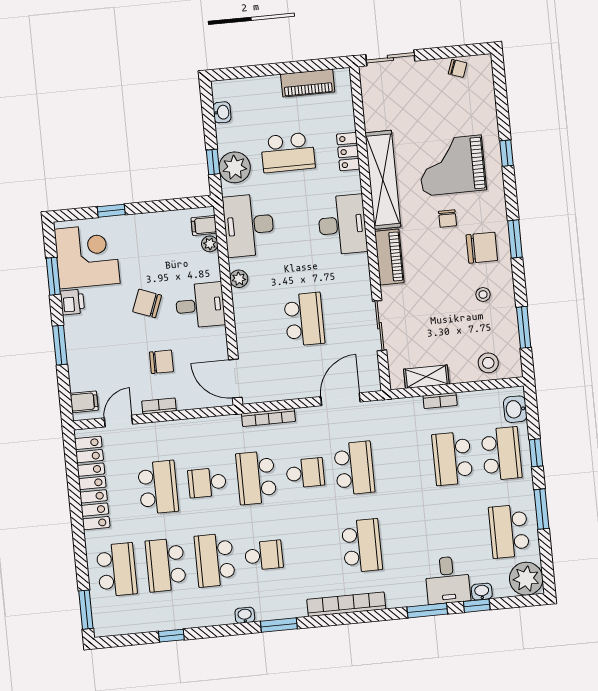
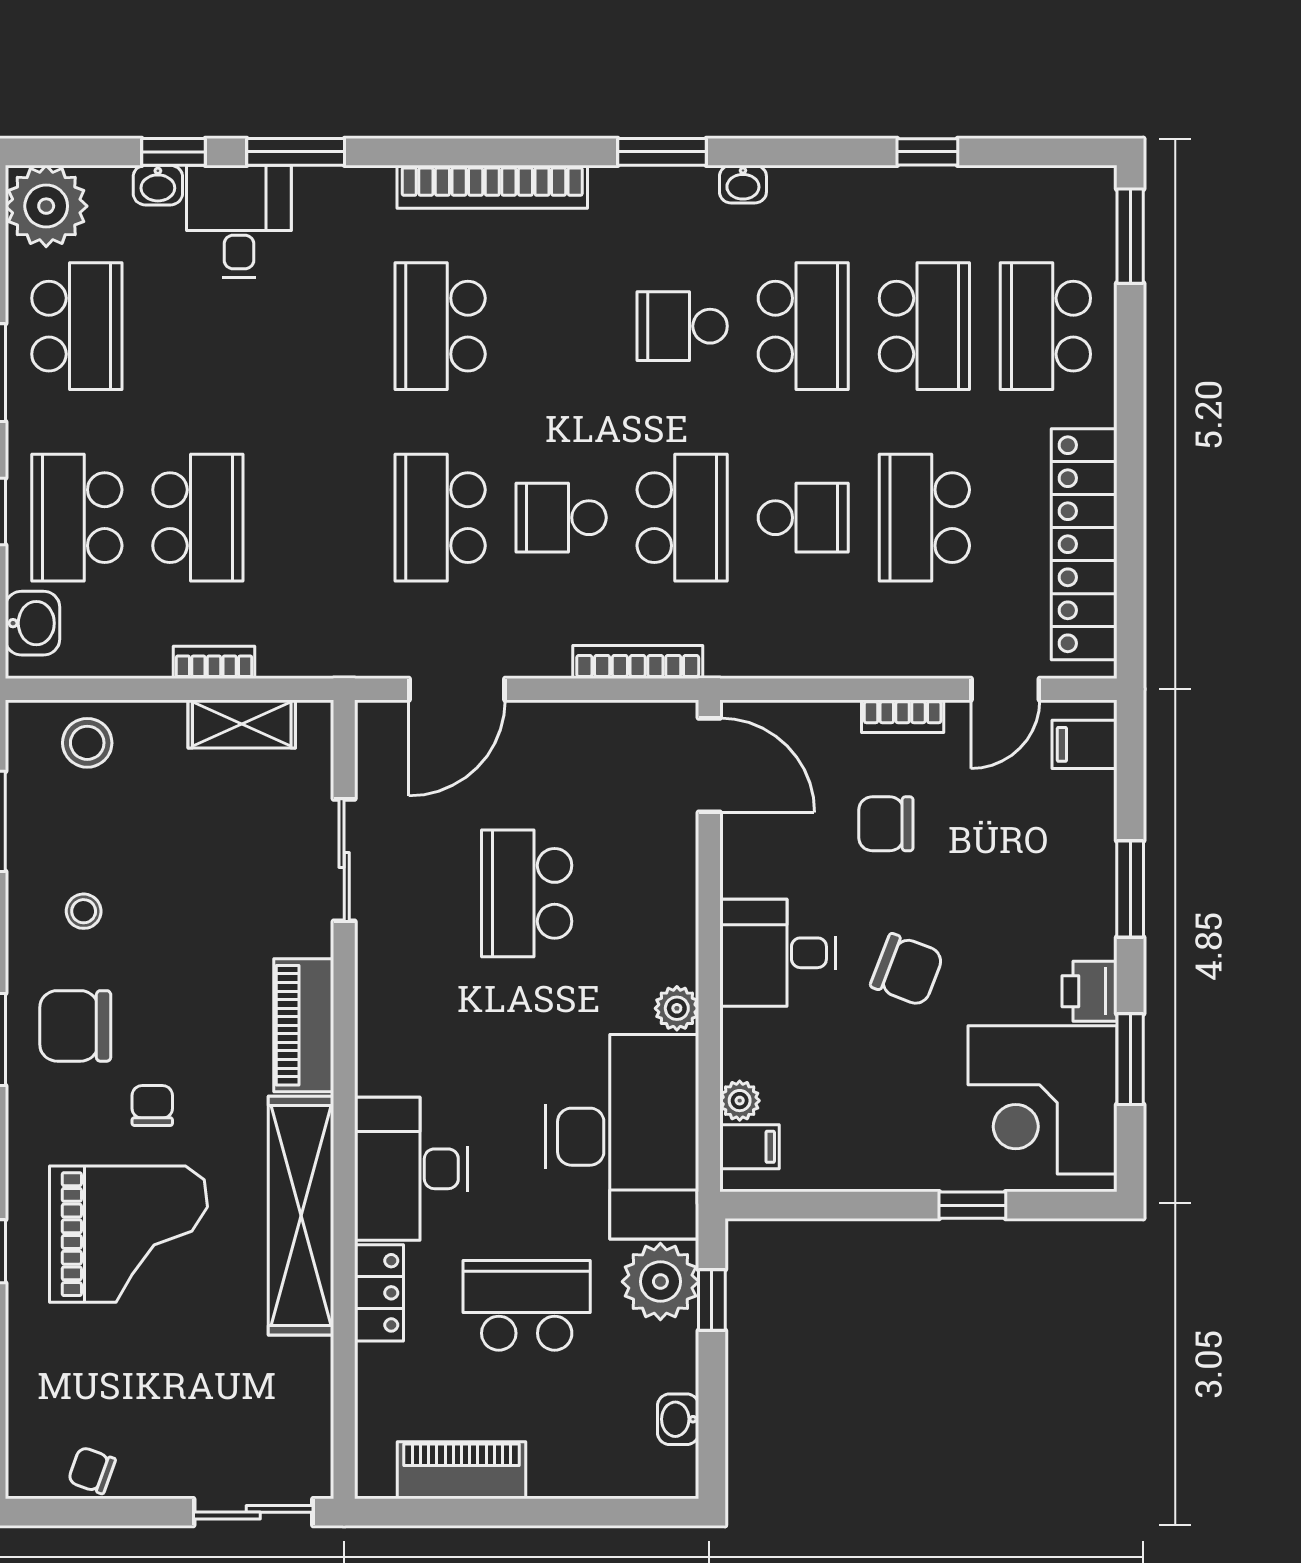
desk: (249, 225) -> (622, 1137), width x1.36, depth x1.30
desk: (342, 225) -> (411, 1169), moved

